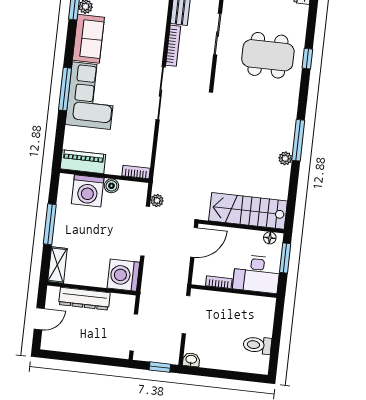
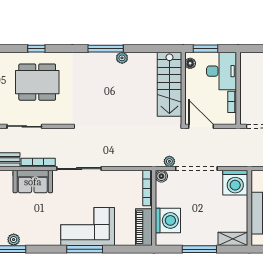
sofa: (88, 39) -> (33, 182), moved, turned 180
dining table: (268, 55) -> (37, 82), turned 90
bookcase: (136, 172) -> (148, 188), width x1.56
boiler: (111, 186) -> (161, 176), moved

